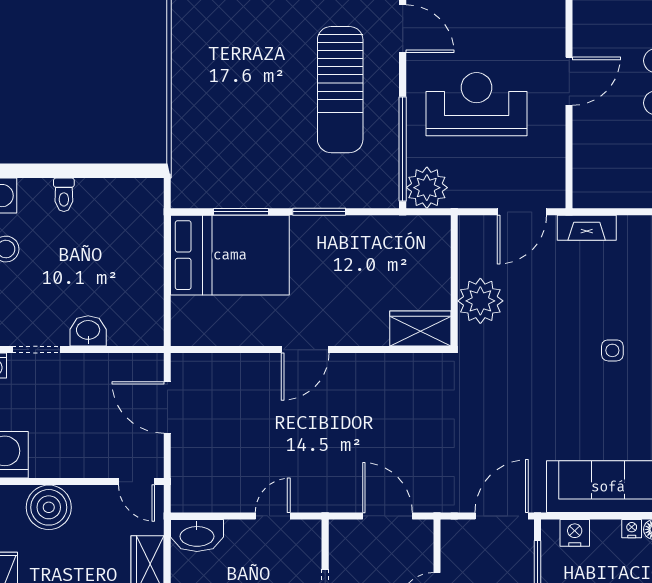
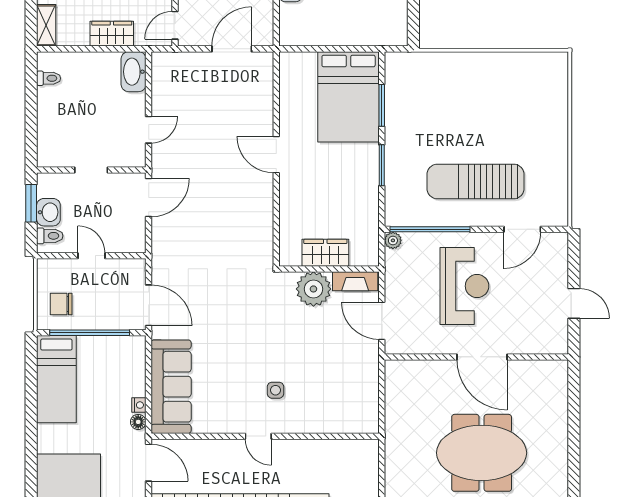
door: (569, 81) -> (482, 357), width x1.36
plant: (427, 188) -> (393, 240), width x0.53, depth x0.53
fireplace: (587, 228) -> (355, 281), moved, turned -90
wardrobe: (420, 328) -> (325, 253), moved, turned -90
door: (273, 516) -> (149, 130), hinge flipped
door: (387, 516) -> (149, 198), moved
nightstand: (575, 533) -> (136, 361), removed

